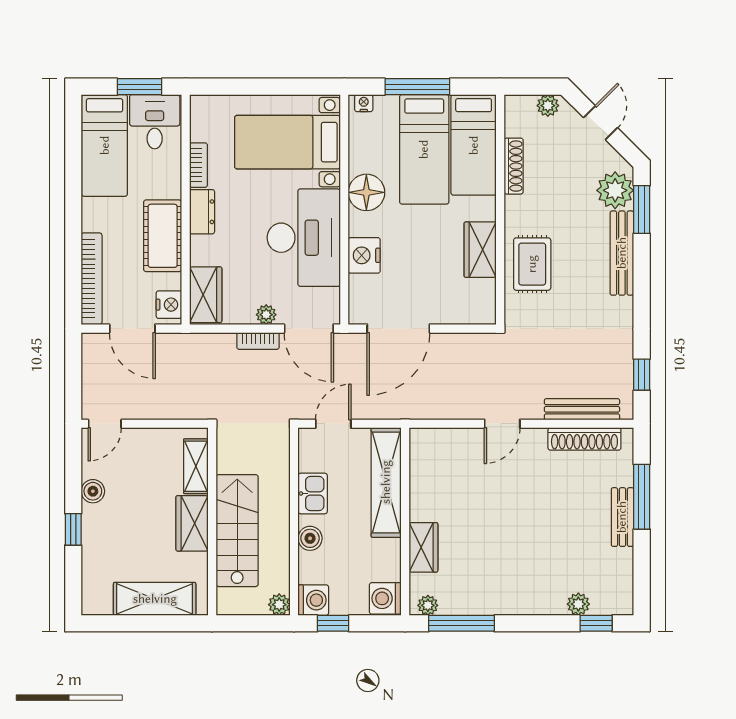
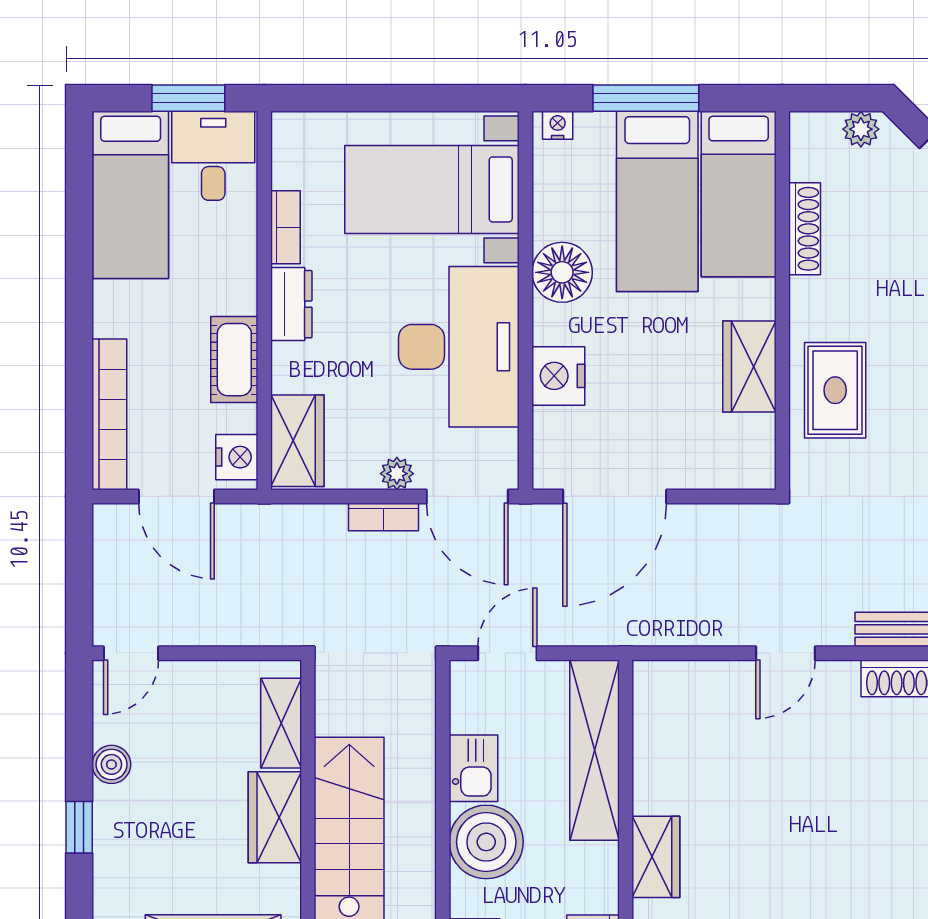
cot: (163, 236) -> (234, 360), width x0.73, depth x0.75
boiler: (310, 538) -> (486, 842), width x1.86, depth x1.86

